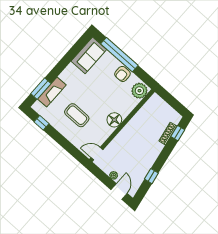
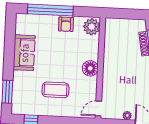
sofa: (89, 55) -> (24, 53), moved
fireplace: (52, 92) -> (19, 87), removed

